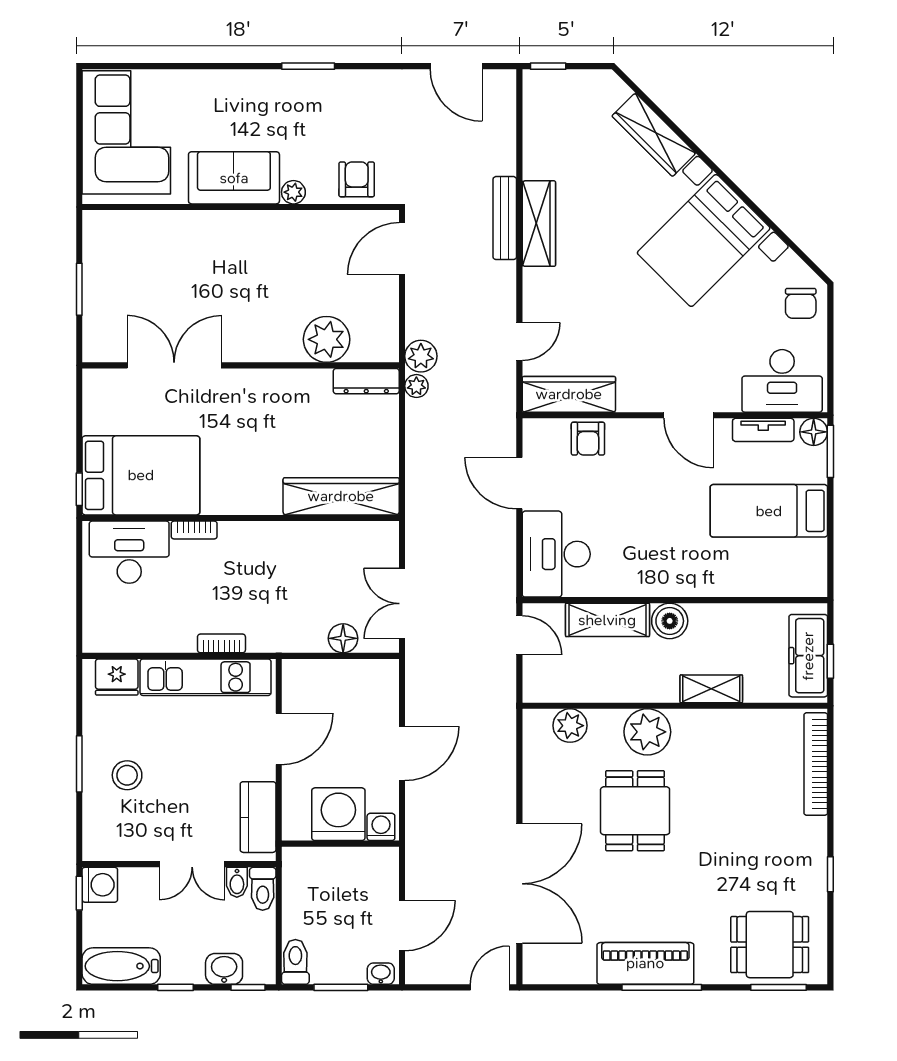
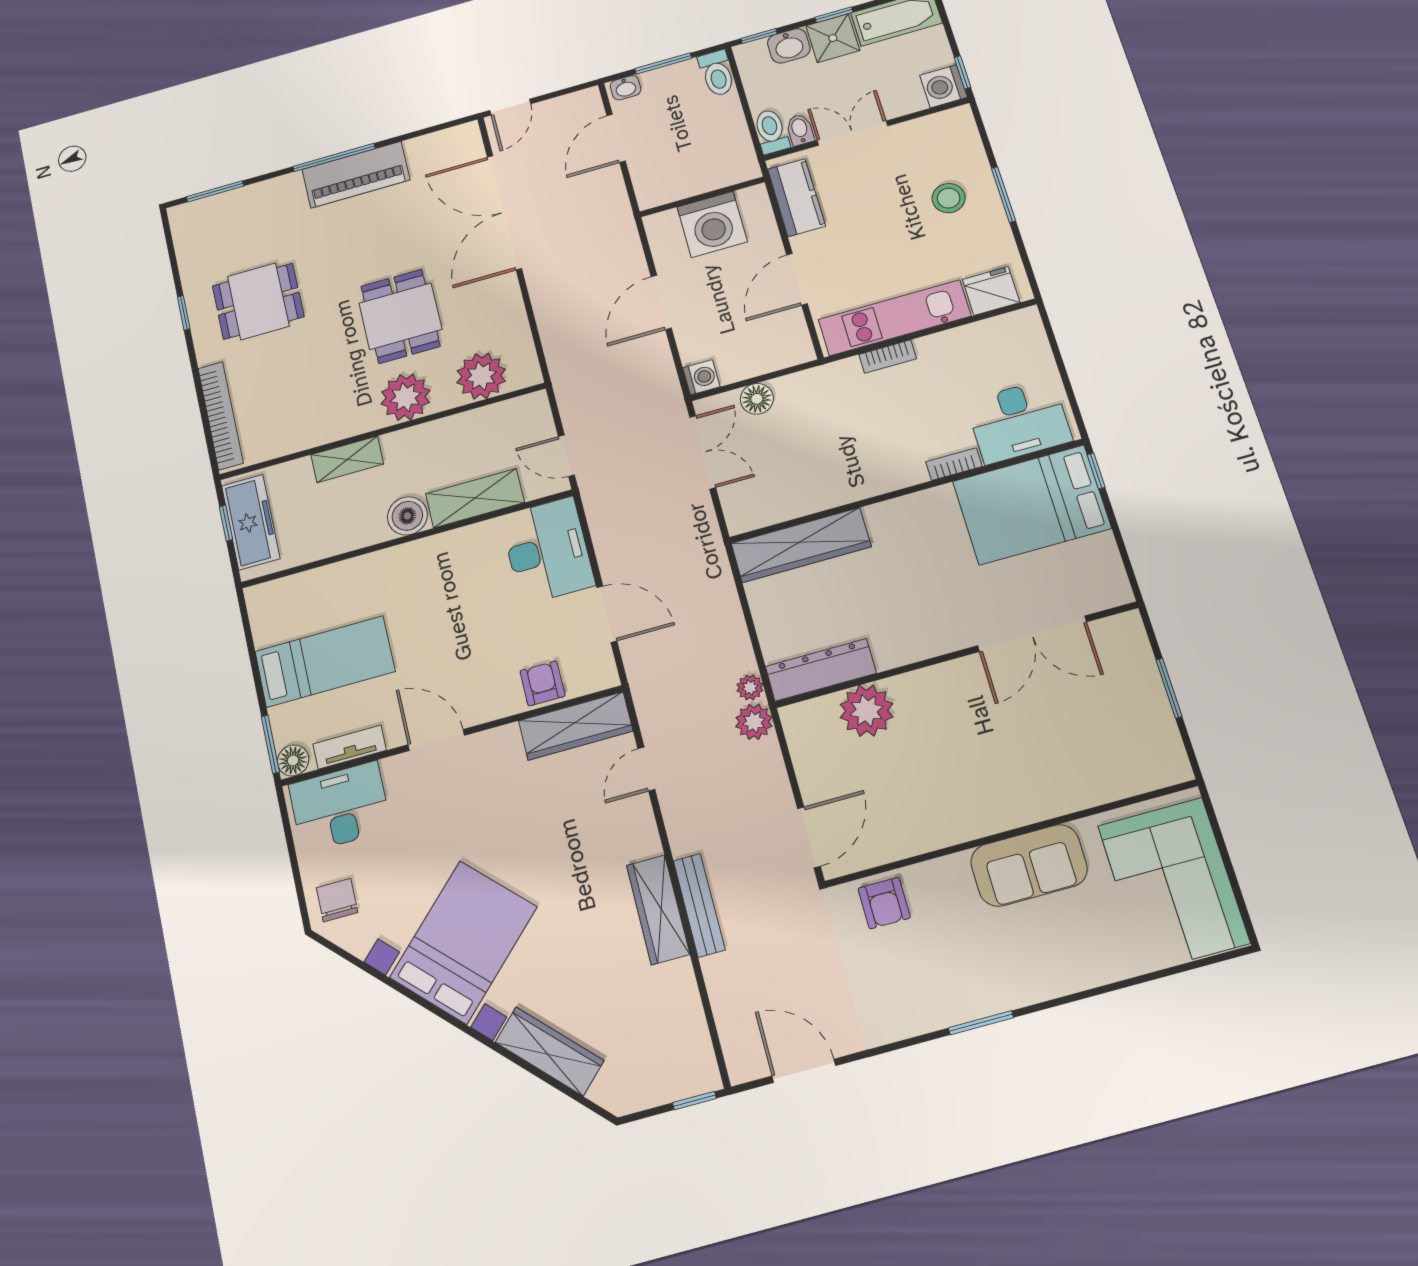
plant: (293, 192) -> (954, 868), removed
dresser: (366, 381) -> (821, 670), width x1.37, depth x1.24
plant: (570, 726) -> (481, 376), width x1.36, depth x1.36
washing machine: (381, 827) -> (701, 377), moved, turned -90
dining table: (770, 945) -> (258, 301), moved
shower: (183, 964) -> (833, 38), added

